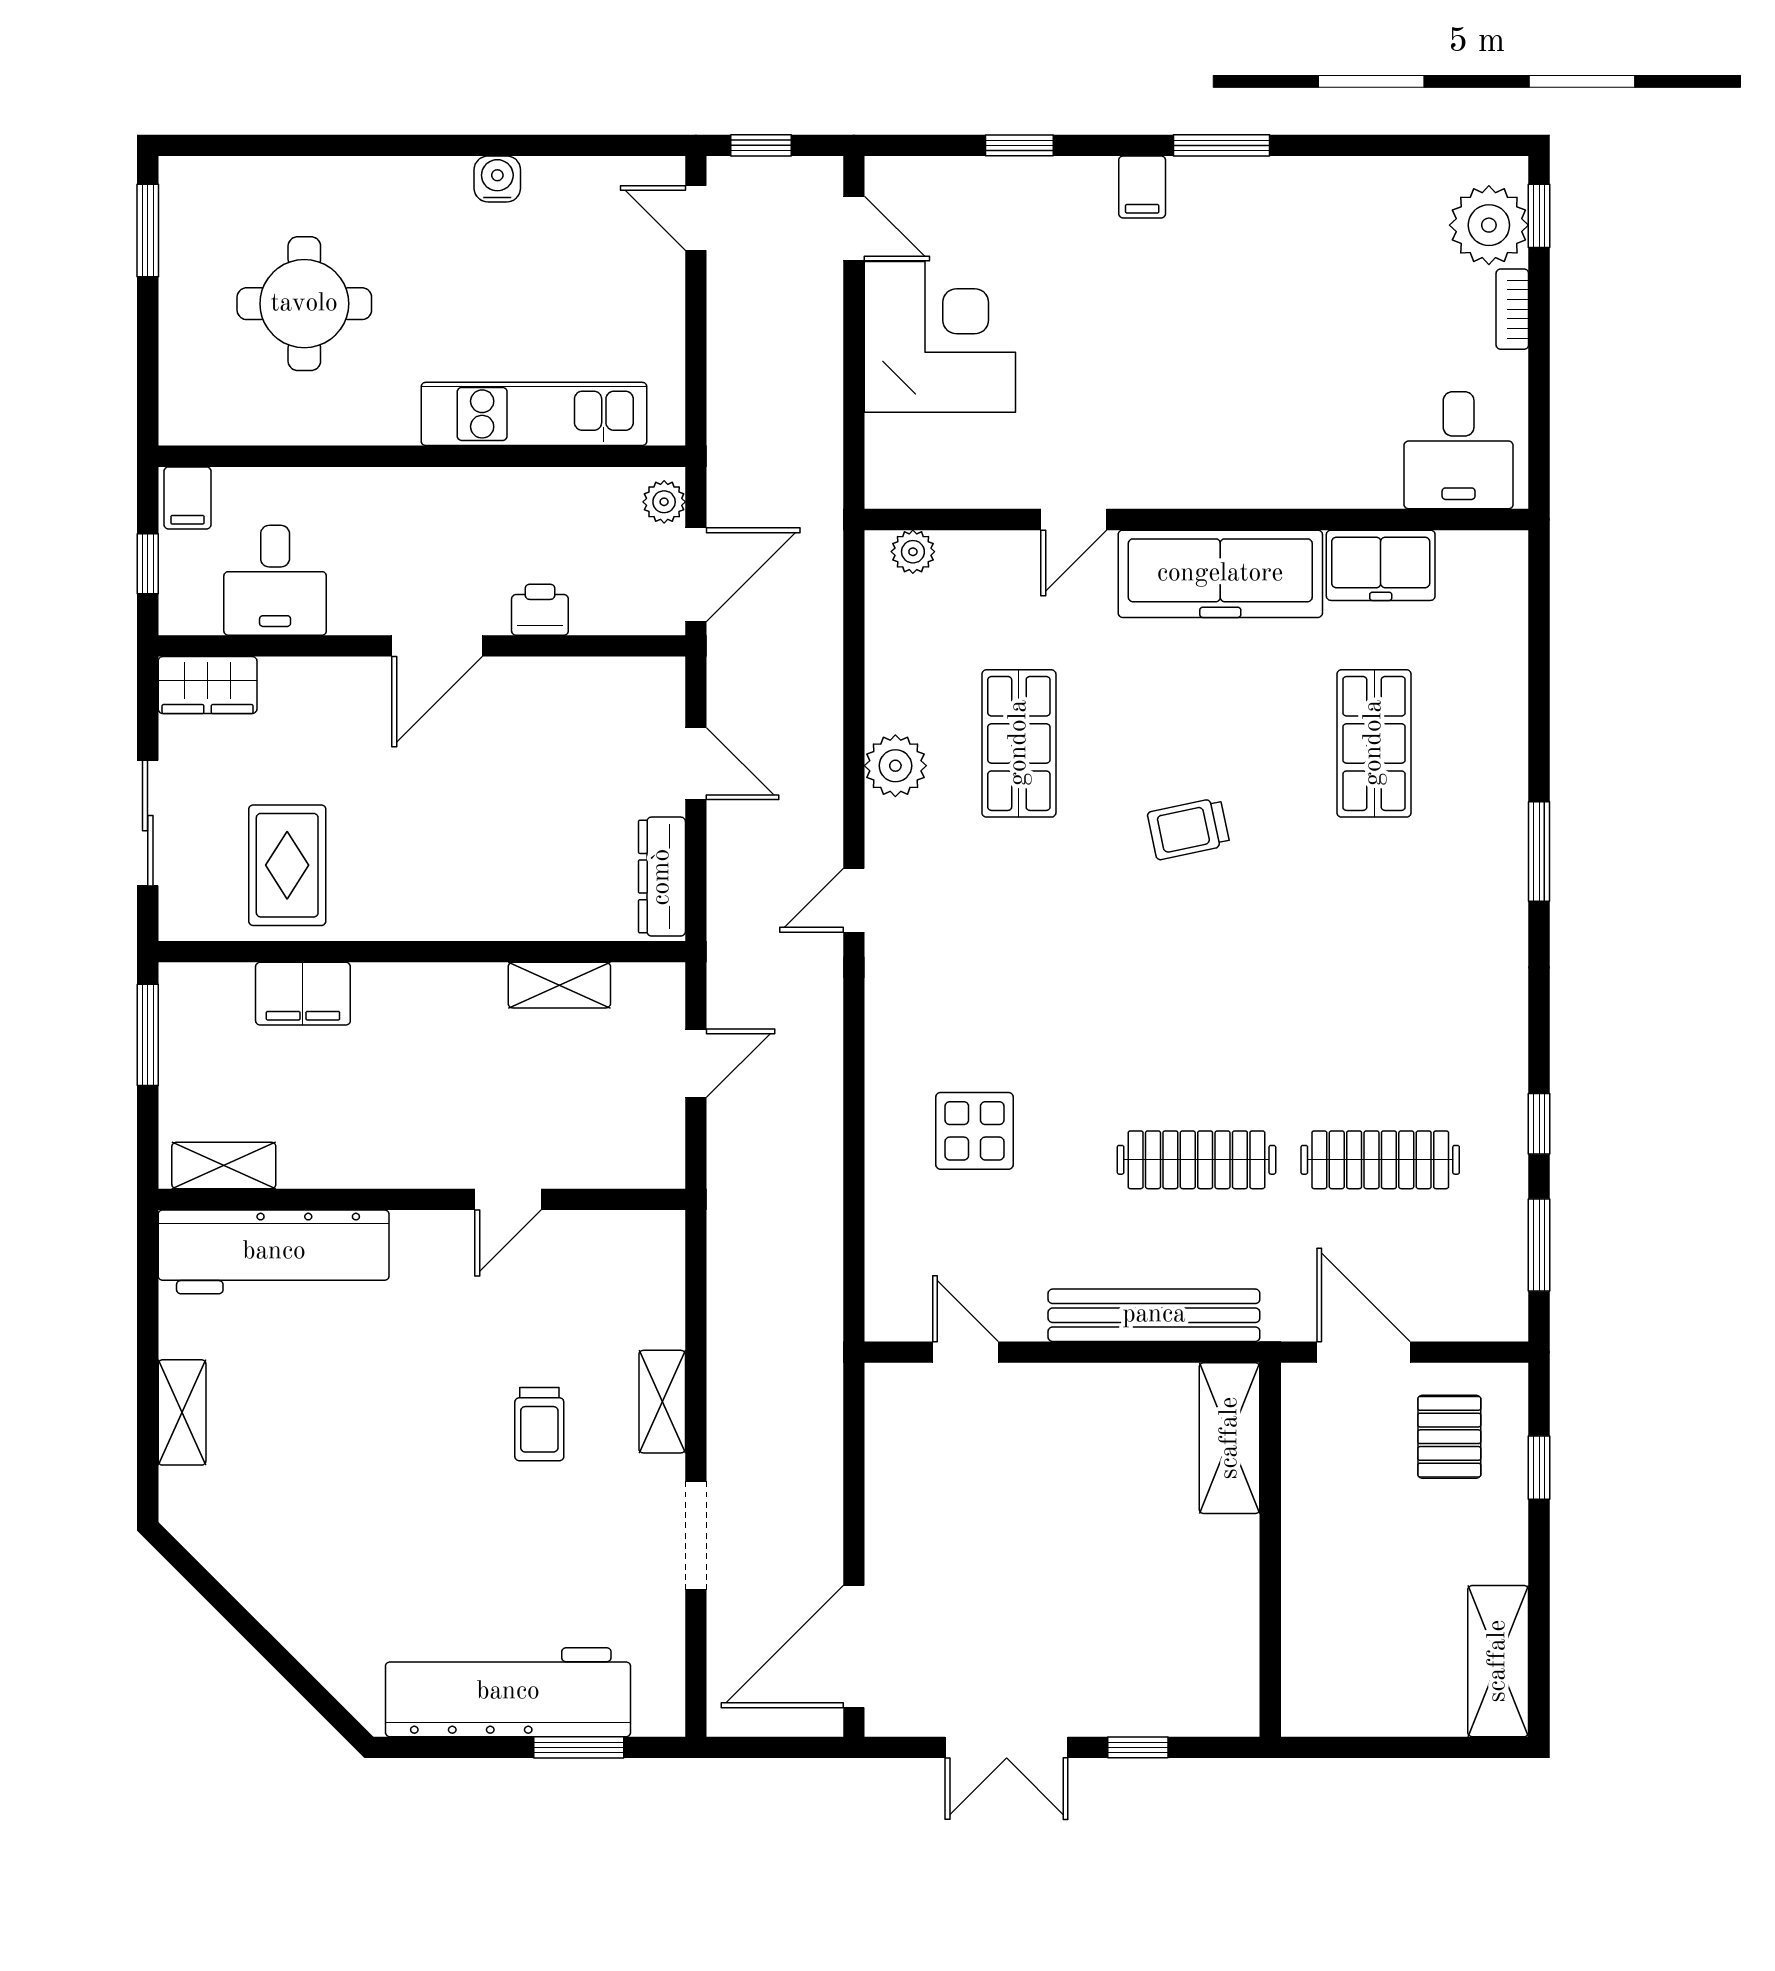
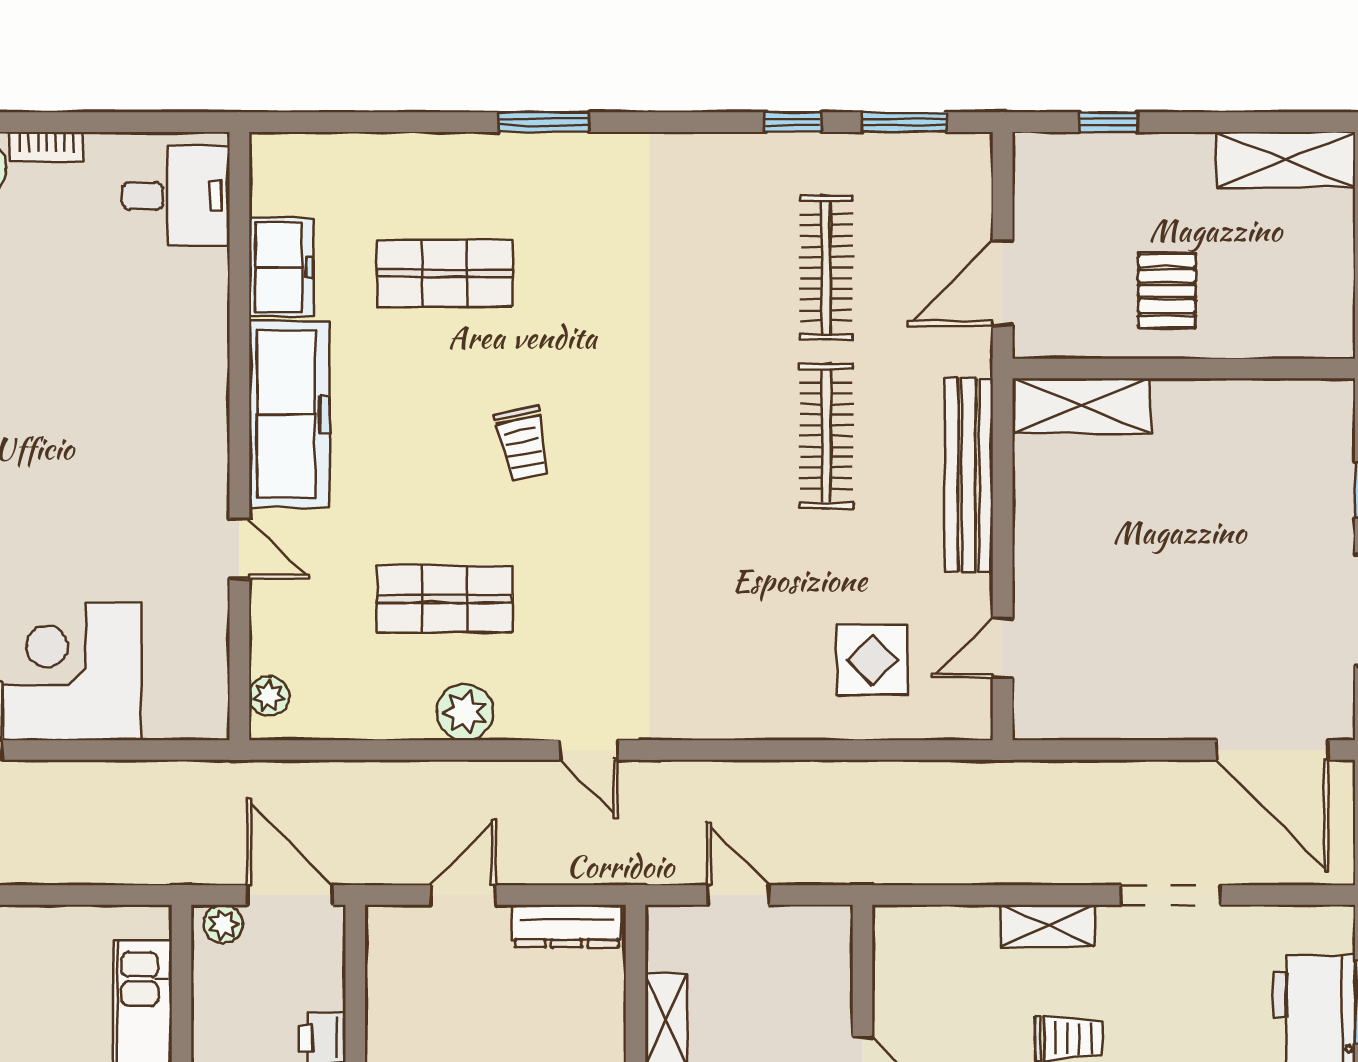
display table: (975, 1131) -> (872, 660), moved
pallet: (1449, 1437) -> (1167, 291), moved, turned 90

